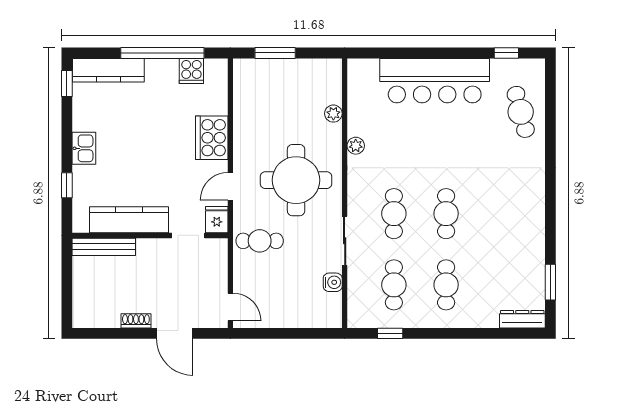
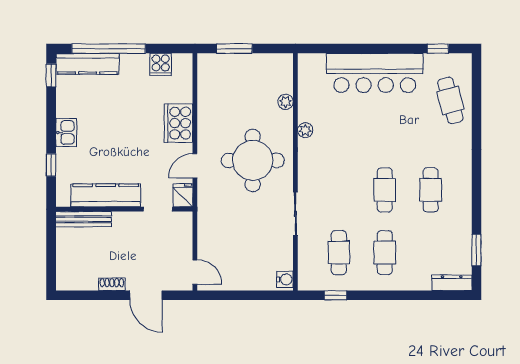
window: (162, 53) -> (109, 49), moved
cafe table: (394, 214) -> (431, 190), moved
cafe table: (260, 241) -> (221, 214), removed
water cooler: (333, 282) -> (285, 279), moved

